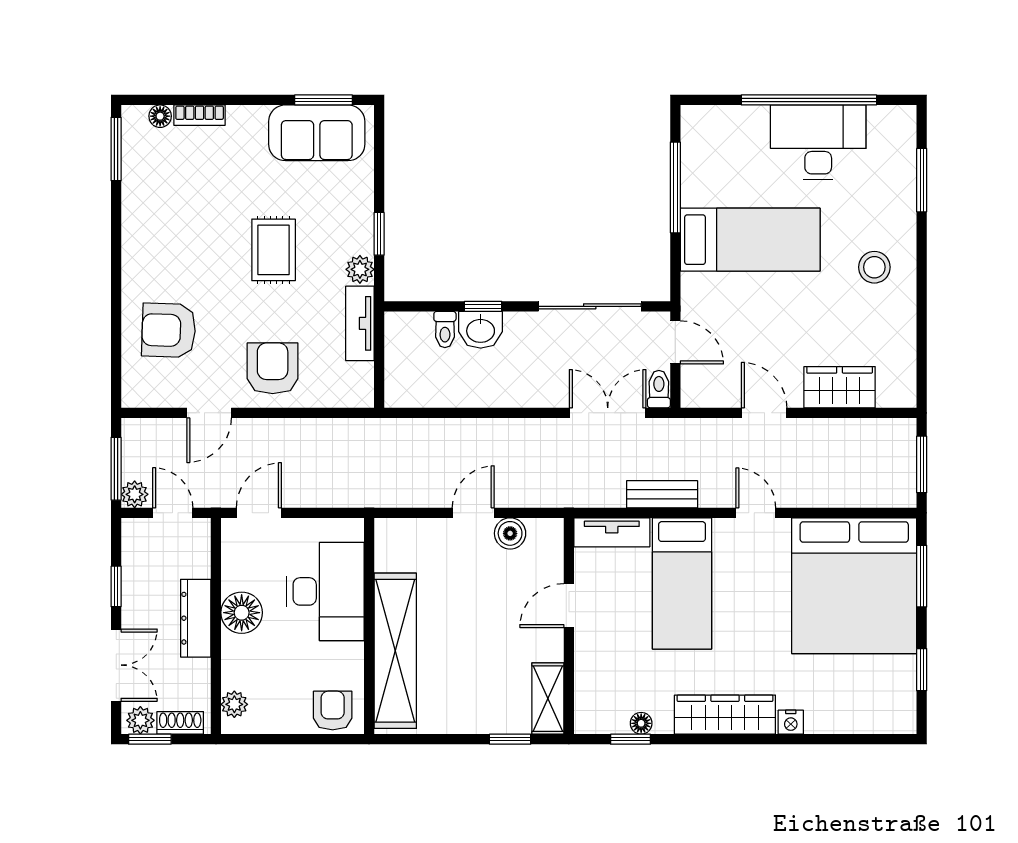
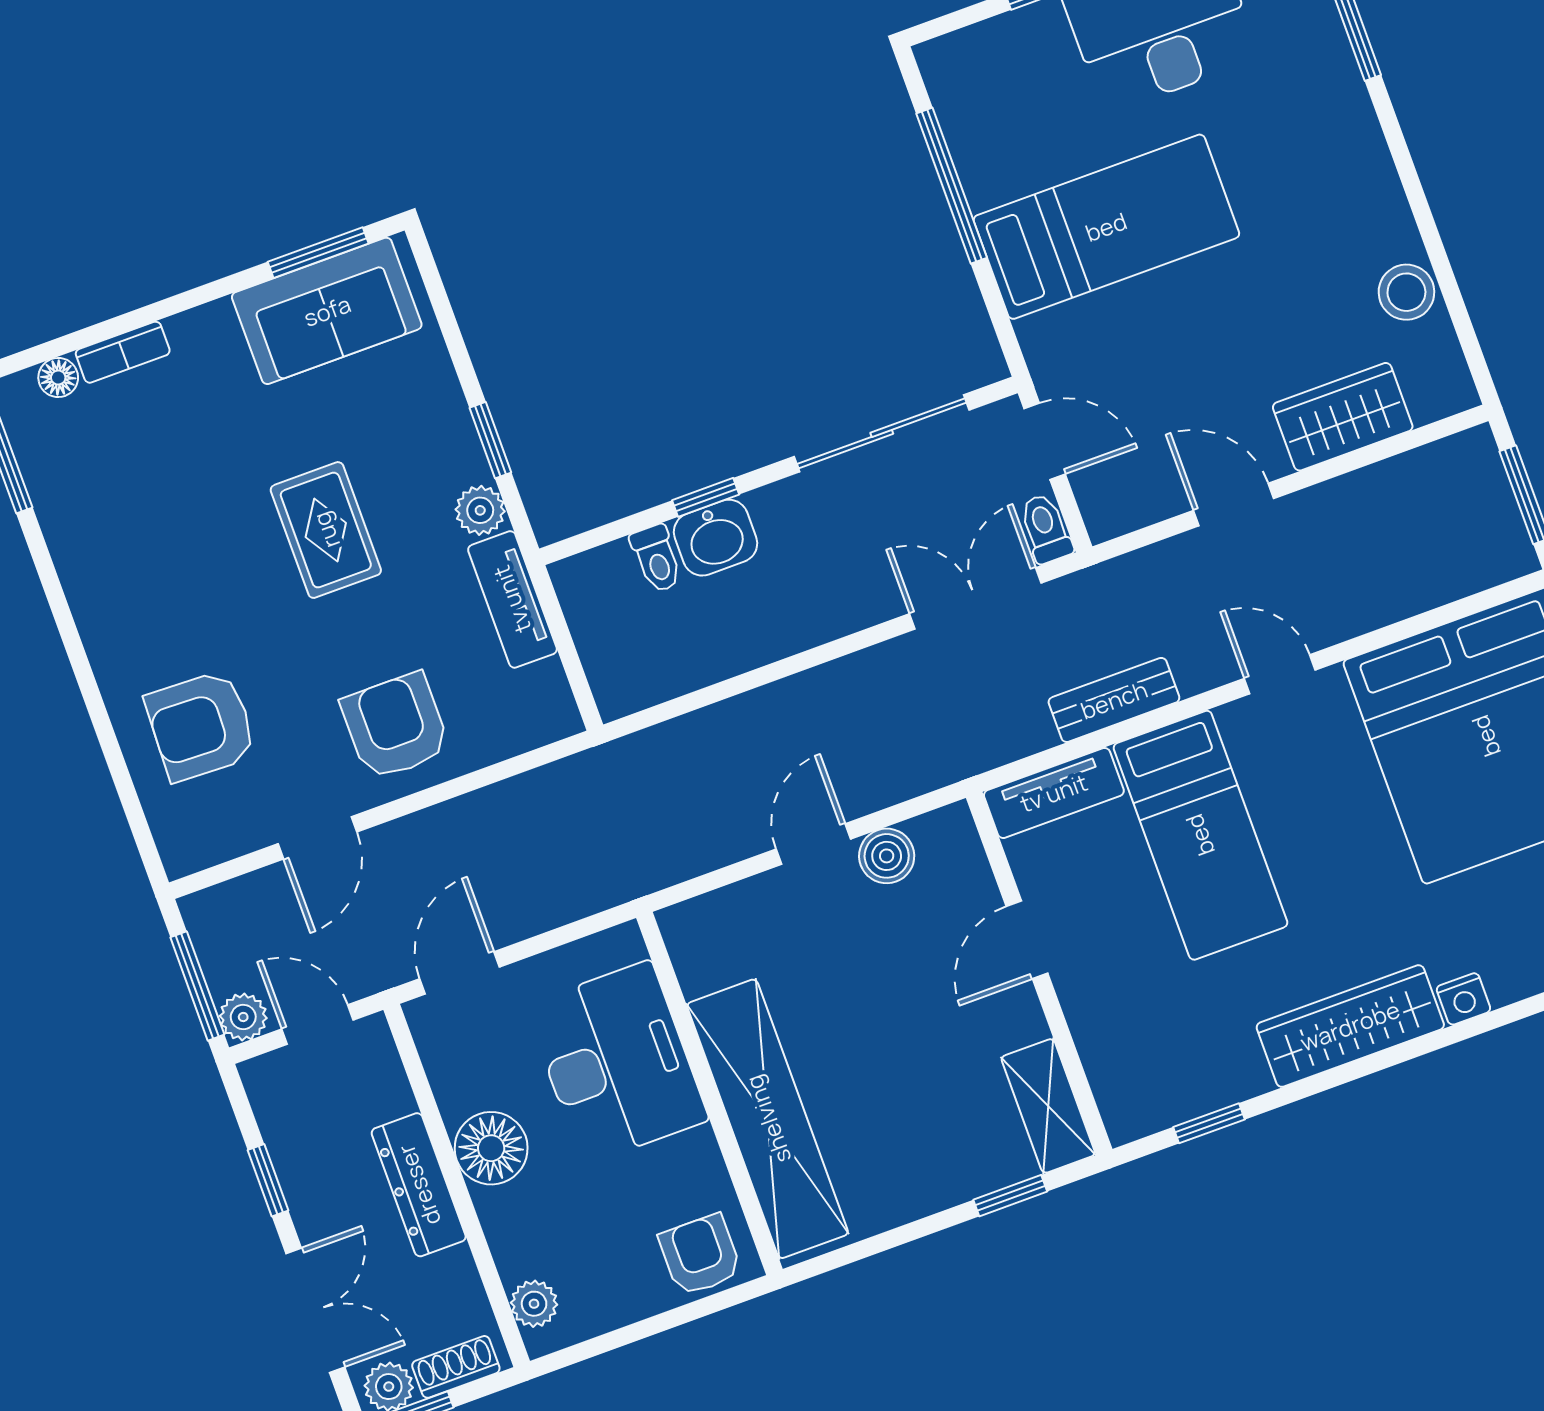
stool: (874, 267) -> (1406, 292), moved
floor lamp: (641, 723) -> (1217, 1091), removed

